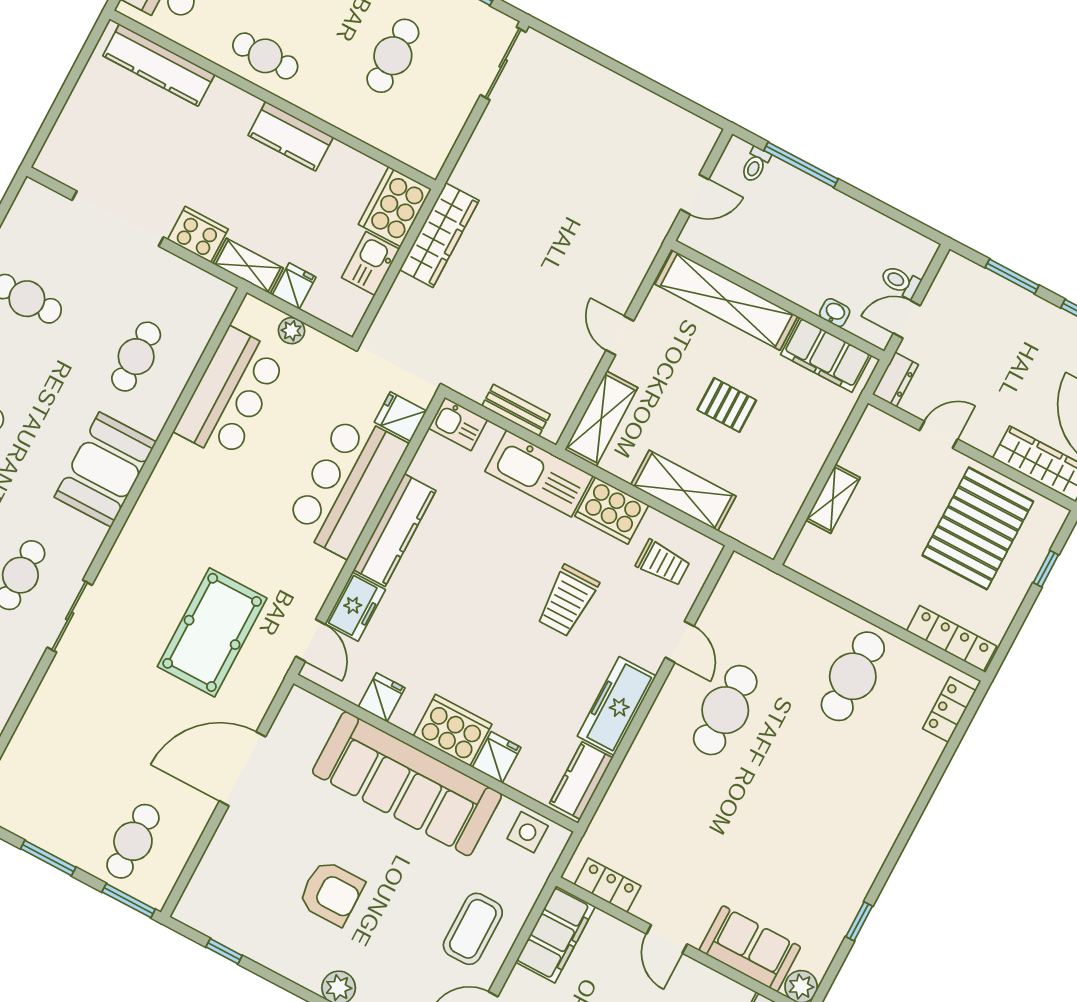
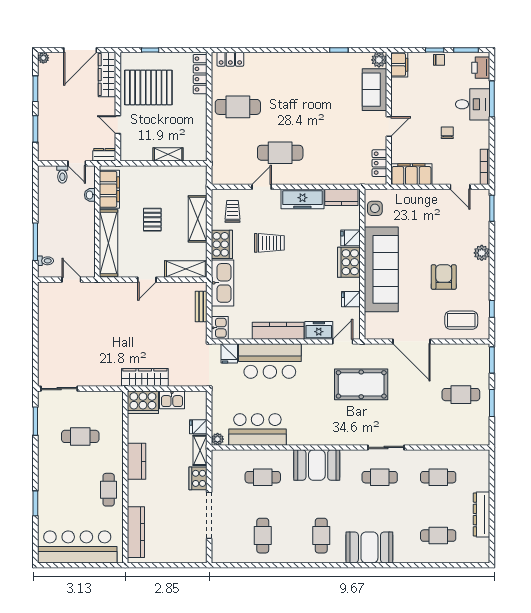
plant: (292, 331) -> (218, 439), moved
cafe table: (133, 841) -> (461, 395), moved
coffee table: (473, 929) -> (461, 320), moved

